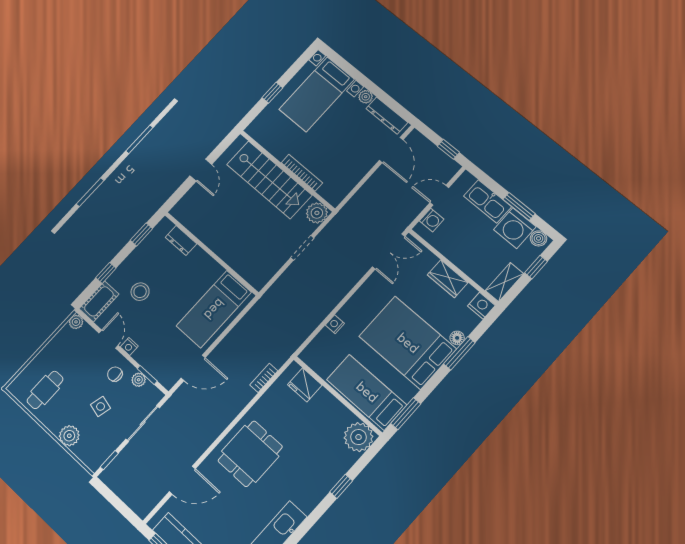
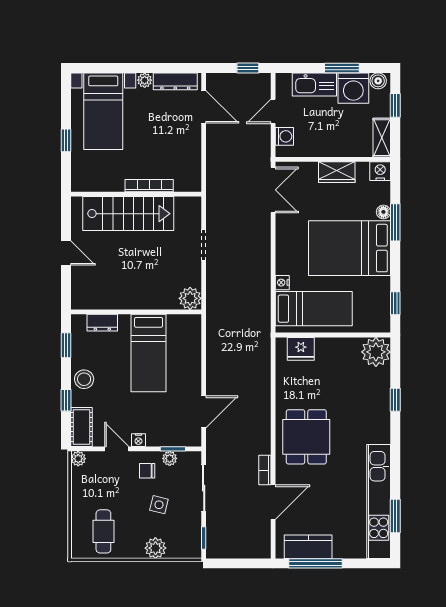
plant: (317, 213) -> (190, 298), moved
stool: (140, 292) -> (84, 379), moved
bed: (214, 309) -> (149, 353), moved
bookcase: (264, 378) -> (265, 470), moved
bed: (367, 392) -> (314, 309), moved, turned 180
window: (406, 414) -> (395, 303), width x0.67

